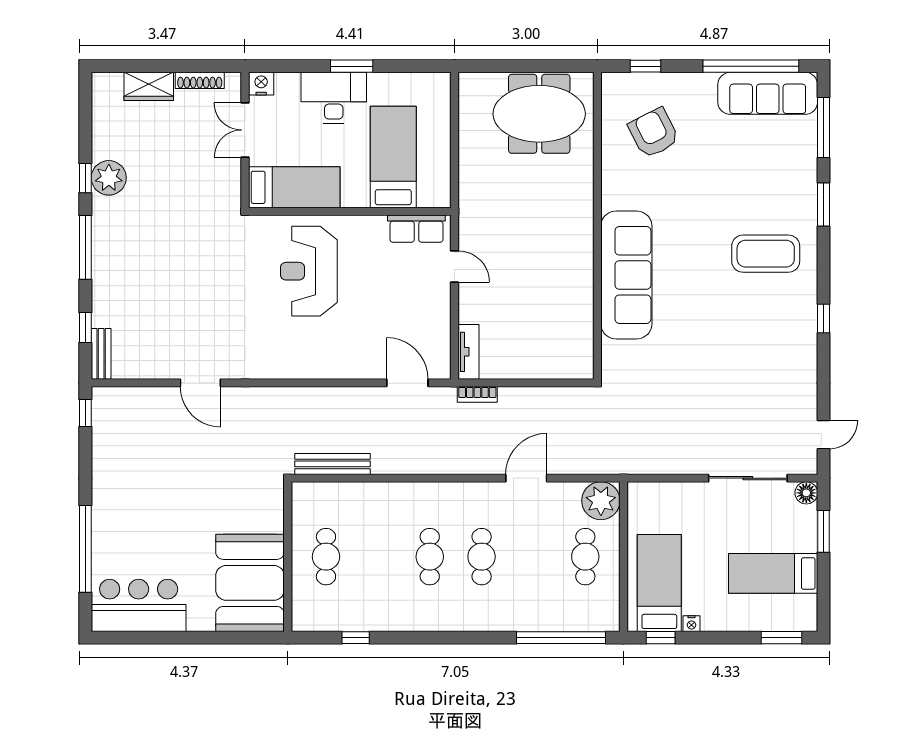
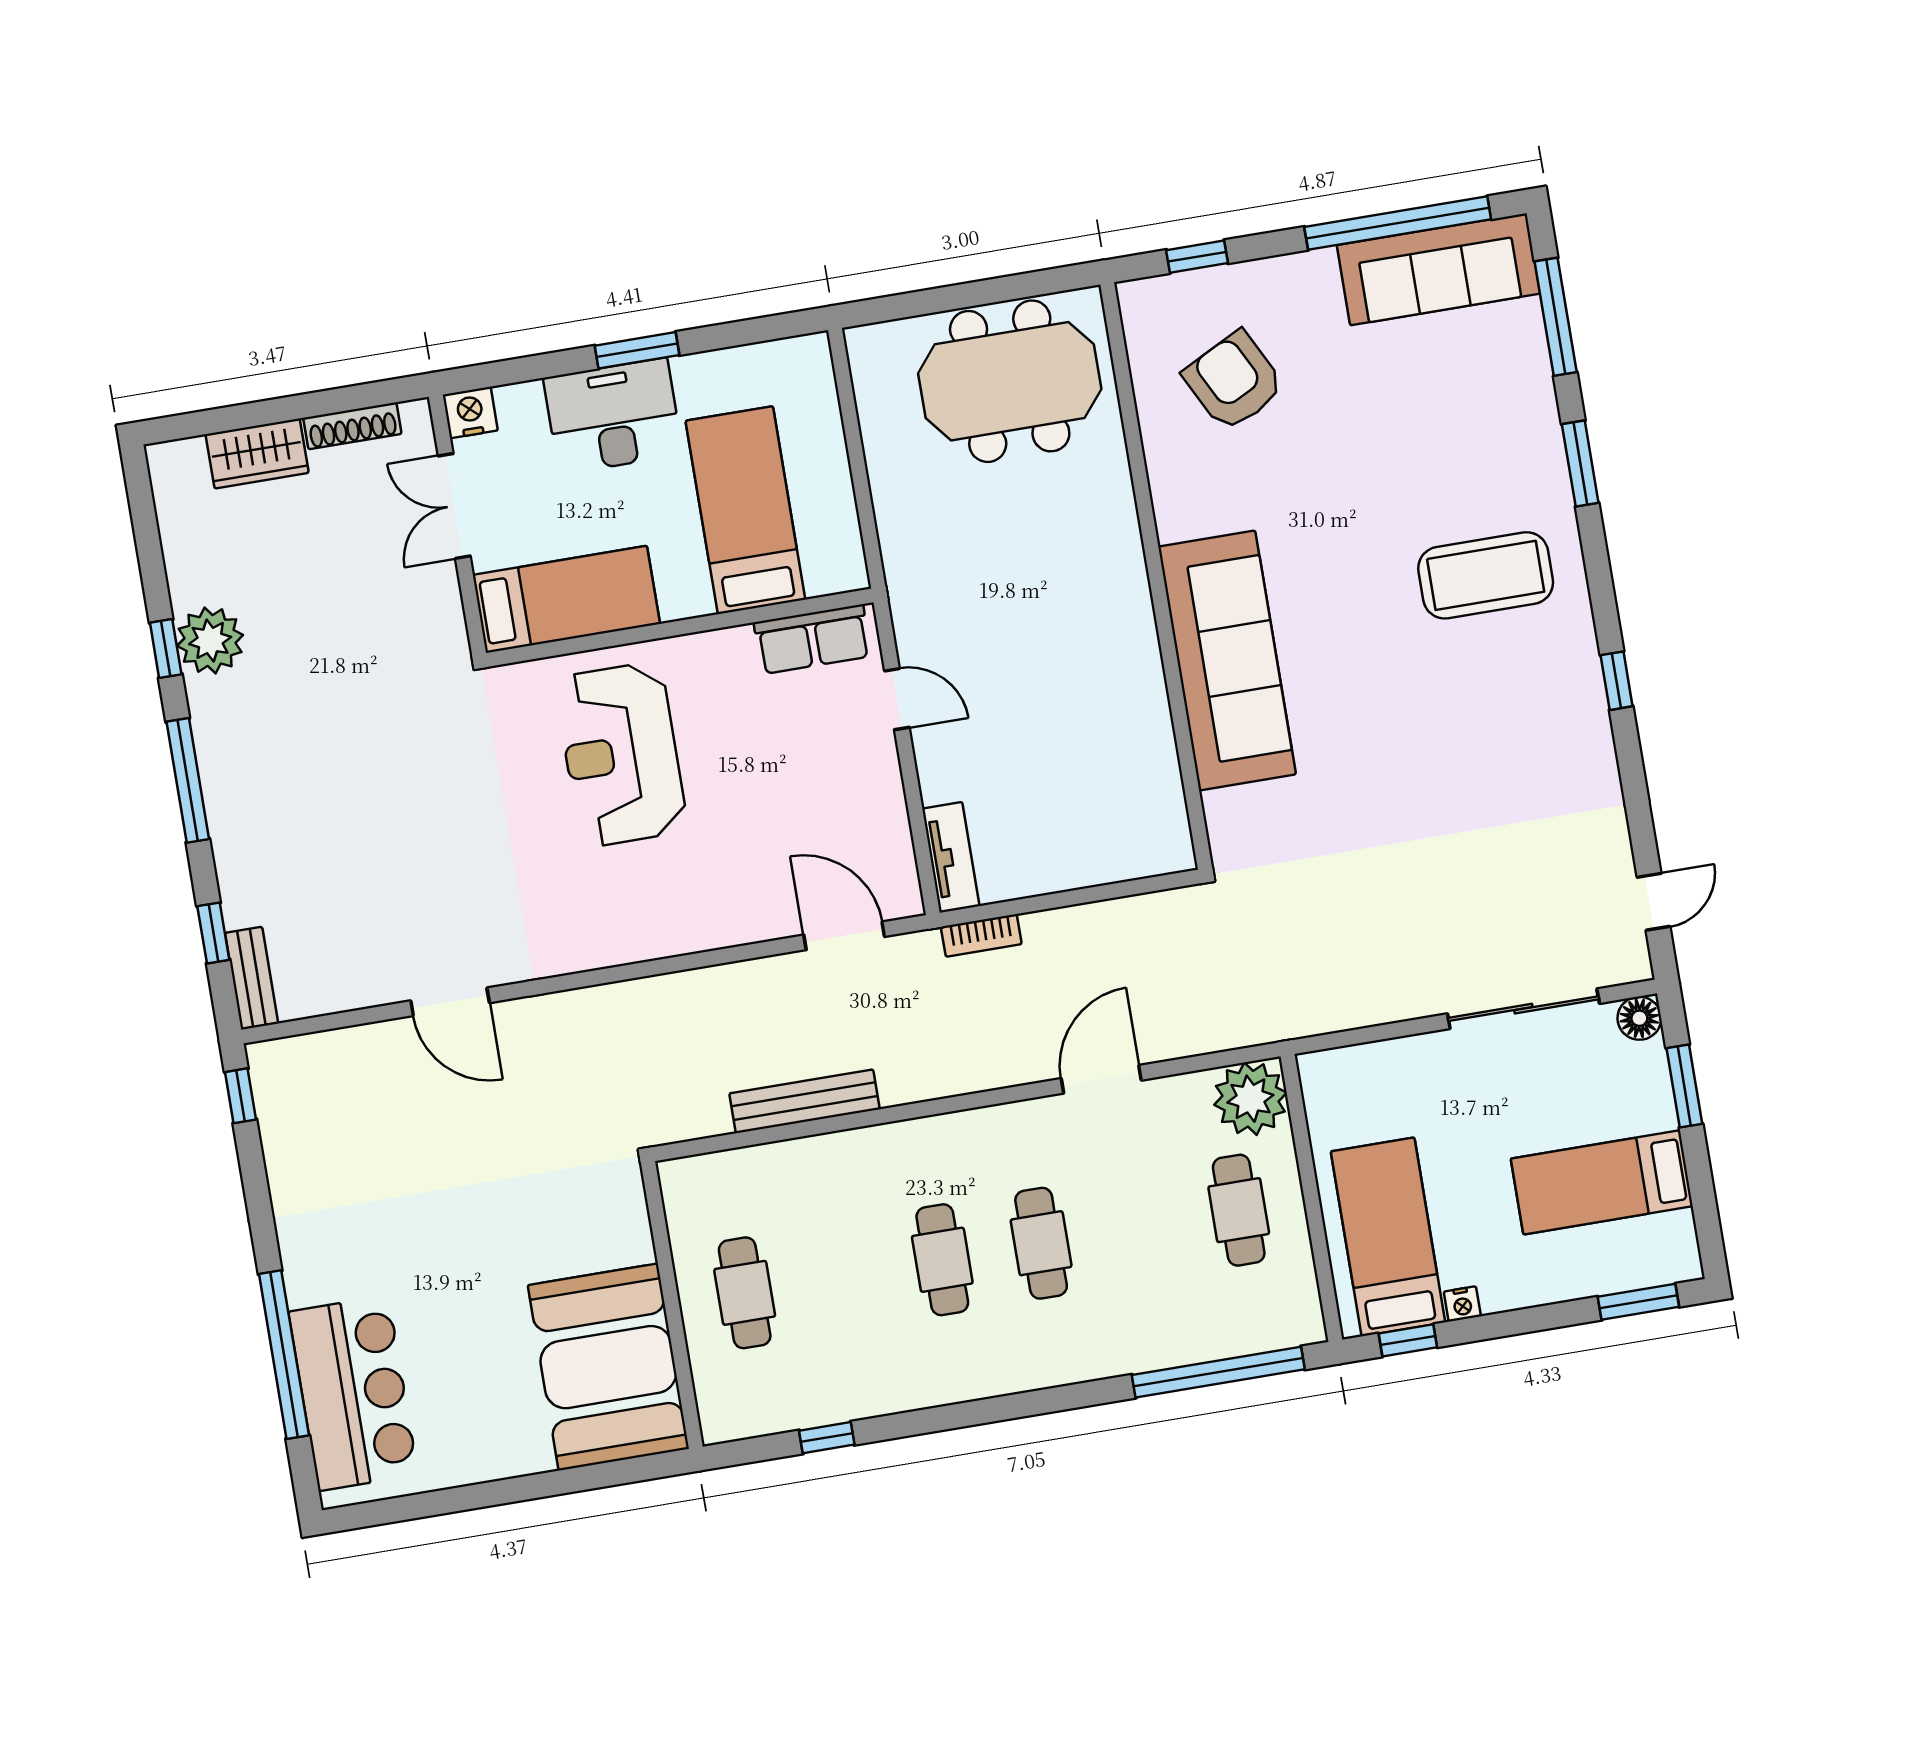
bench: (332, 464) -> (805, 1101), moved
bar counter: (139, 605) -> (353, 1393), moved, turned 90

